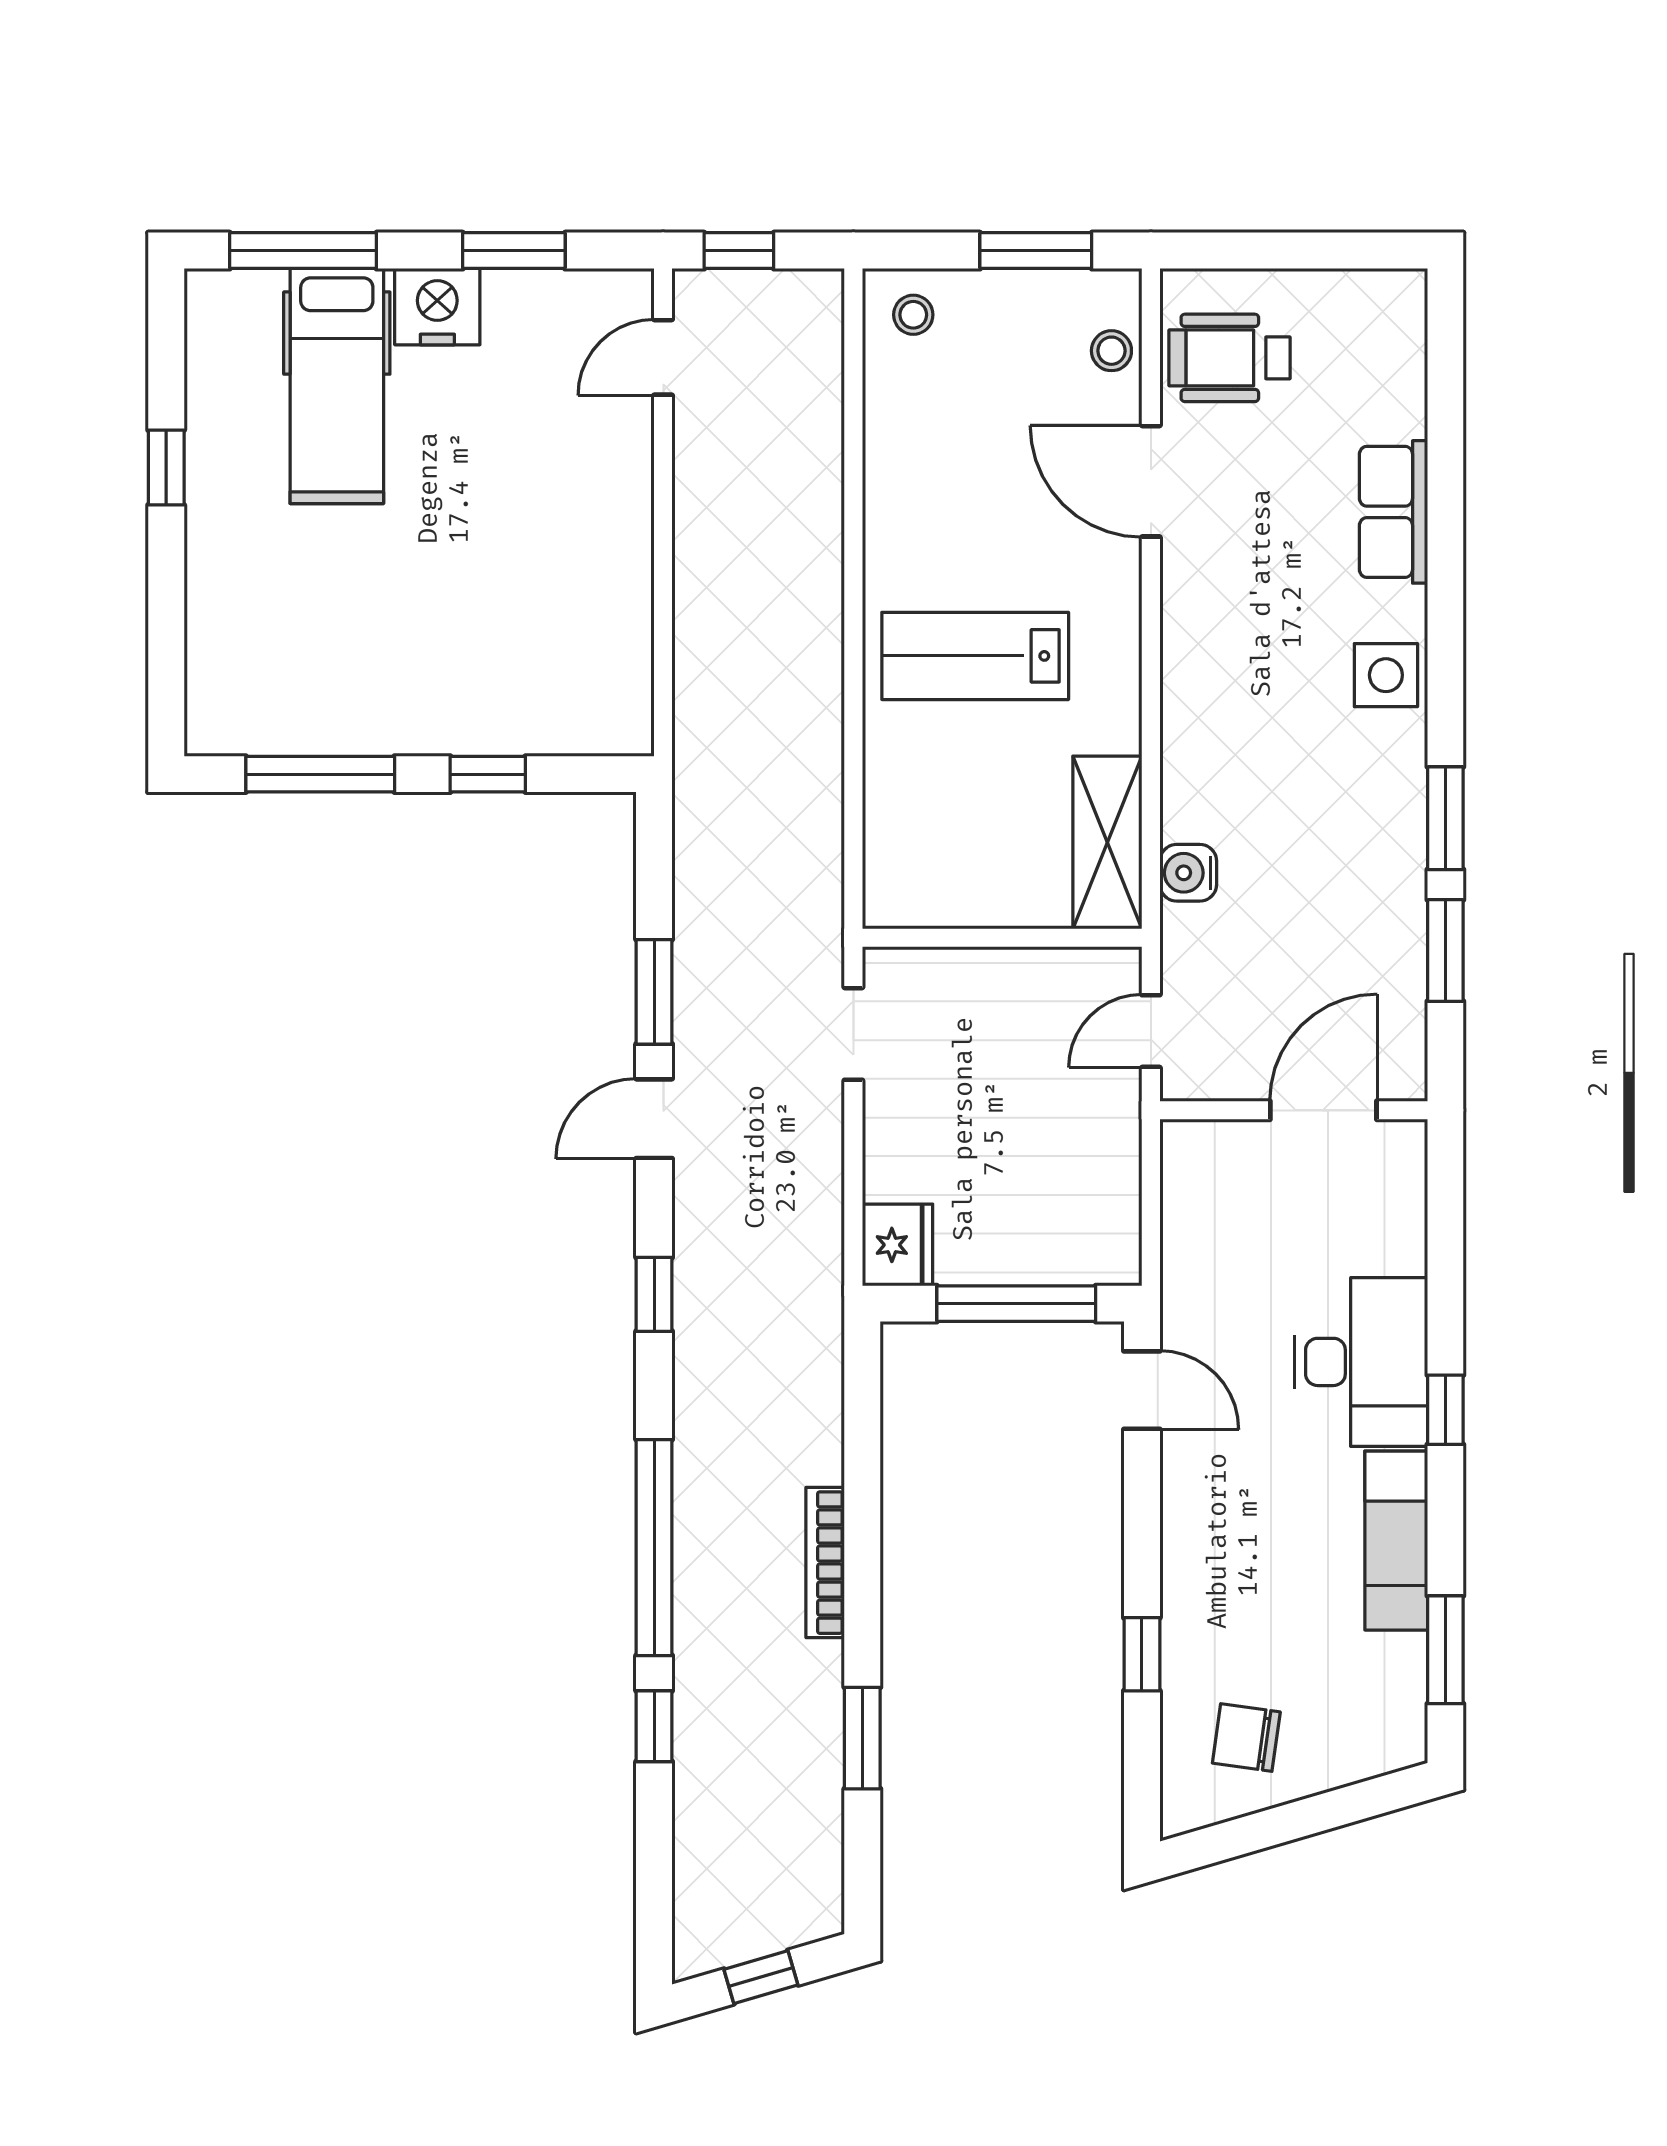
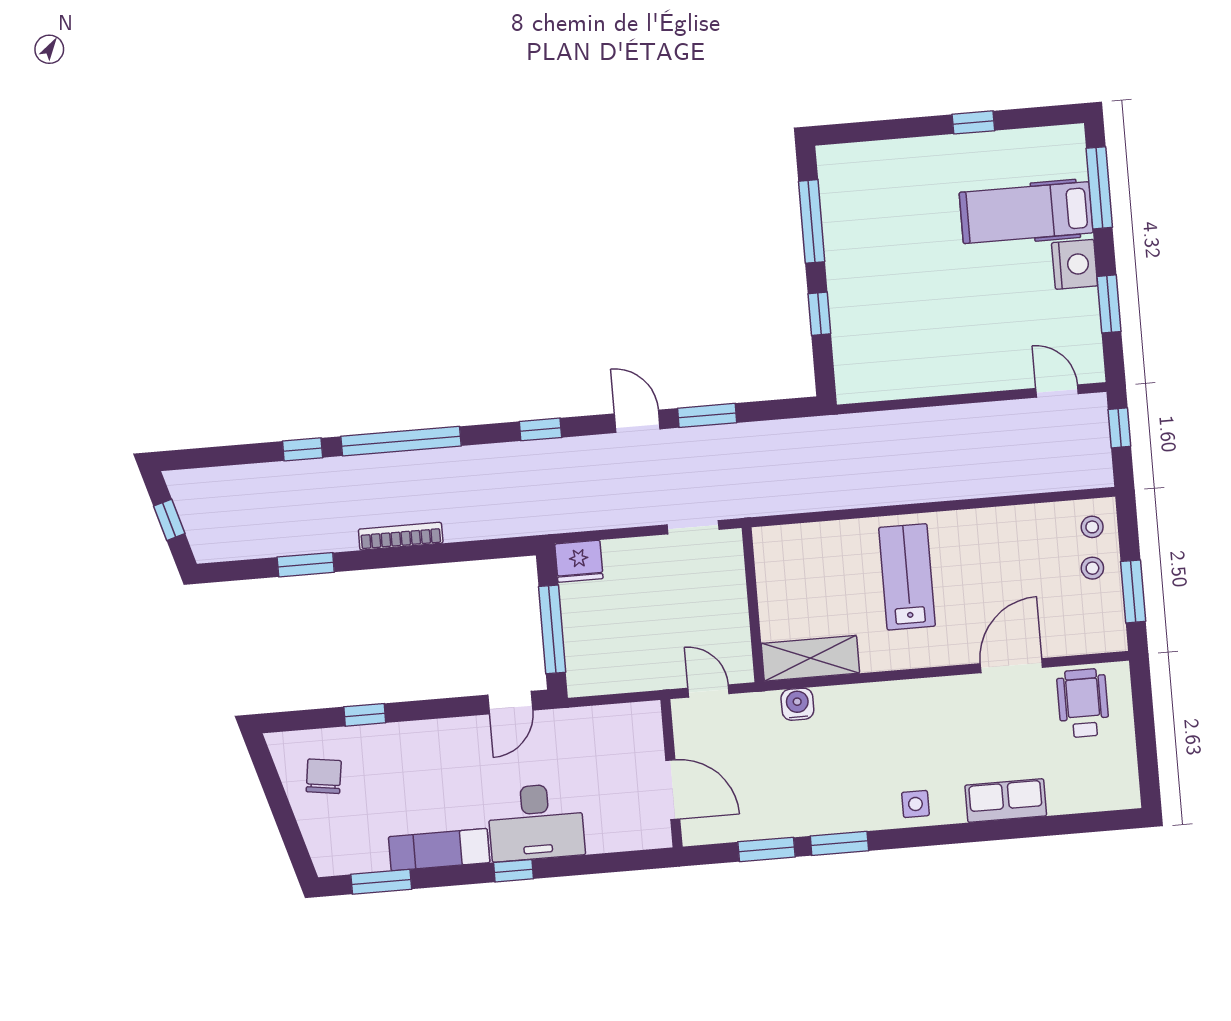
stool: (1111, 351) -> (1092, 568), moved
side table: (1386, 675) -> (915, 804), width x0.73, depth x0.73

